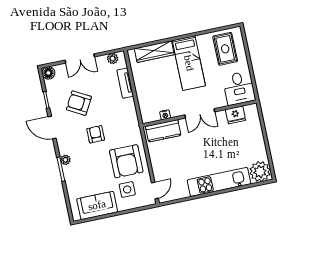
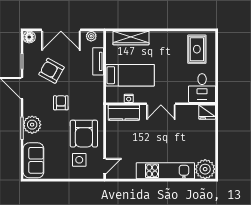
double door: (80, 58) -> (61, 30), width x1.37
bed: (189, 63) -> (130, 75), moved, turned -90
fridge: (236, 115) -> (207, 112), moved
plant: (65, 160) -> (32, 125), width x1.88, depth x1.88
sofa: (97, 205) -> (33, 160), moved, turned 90

